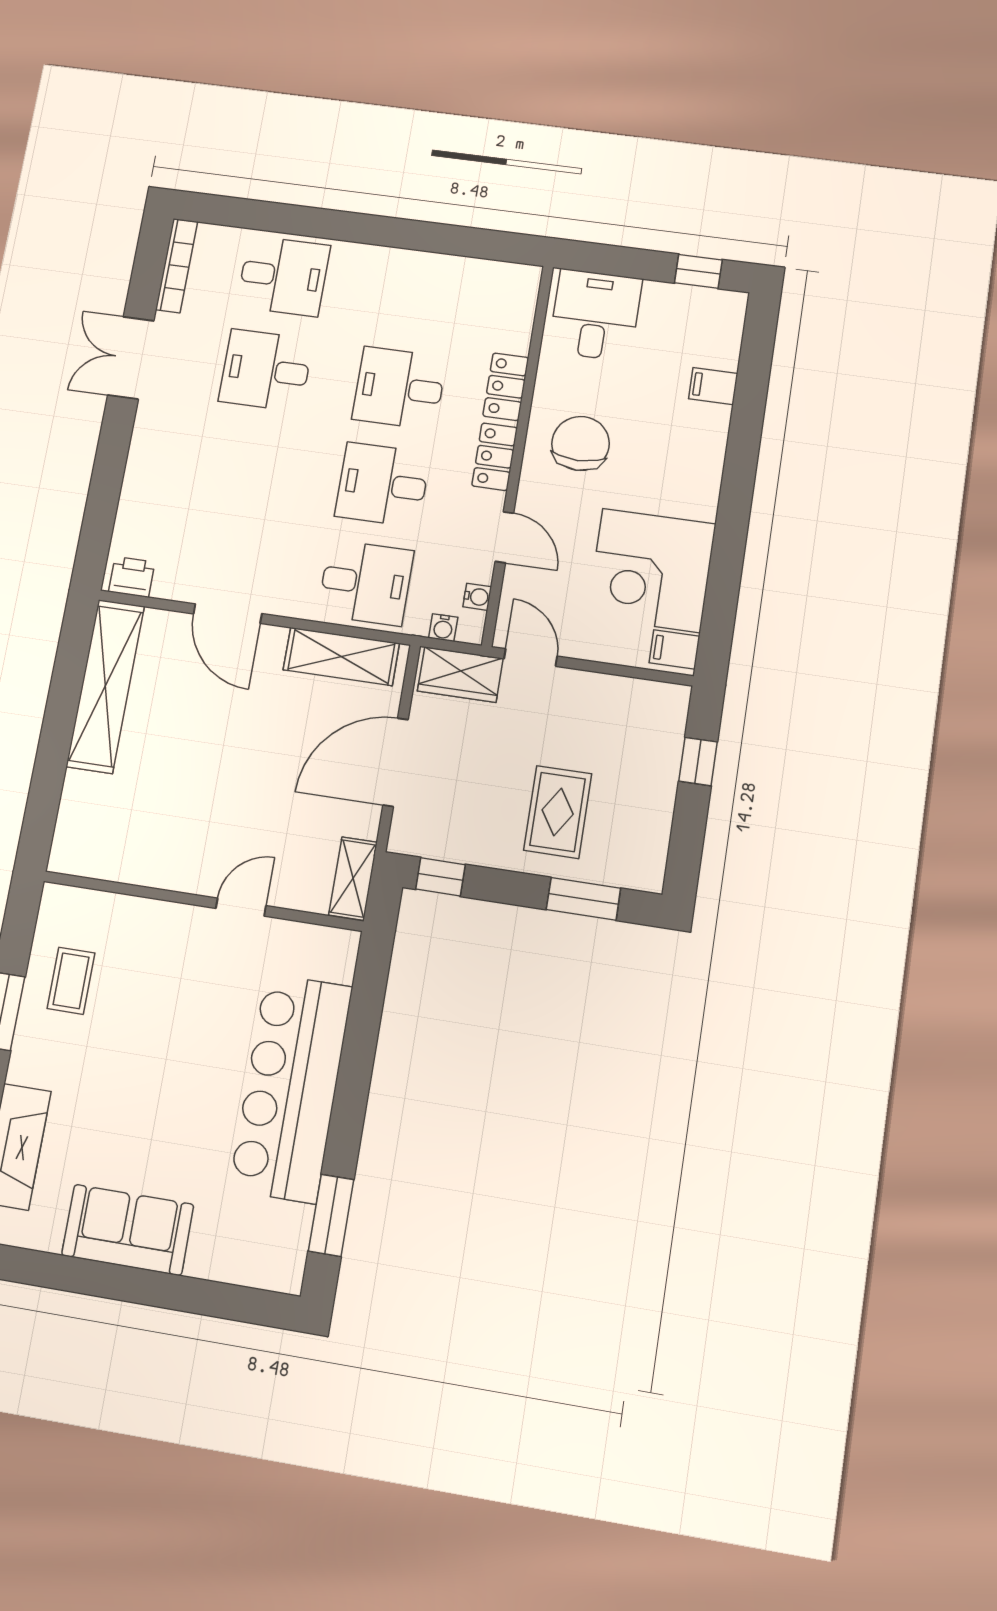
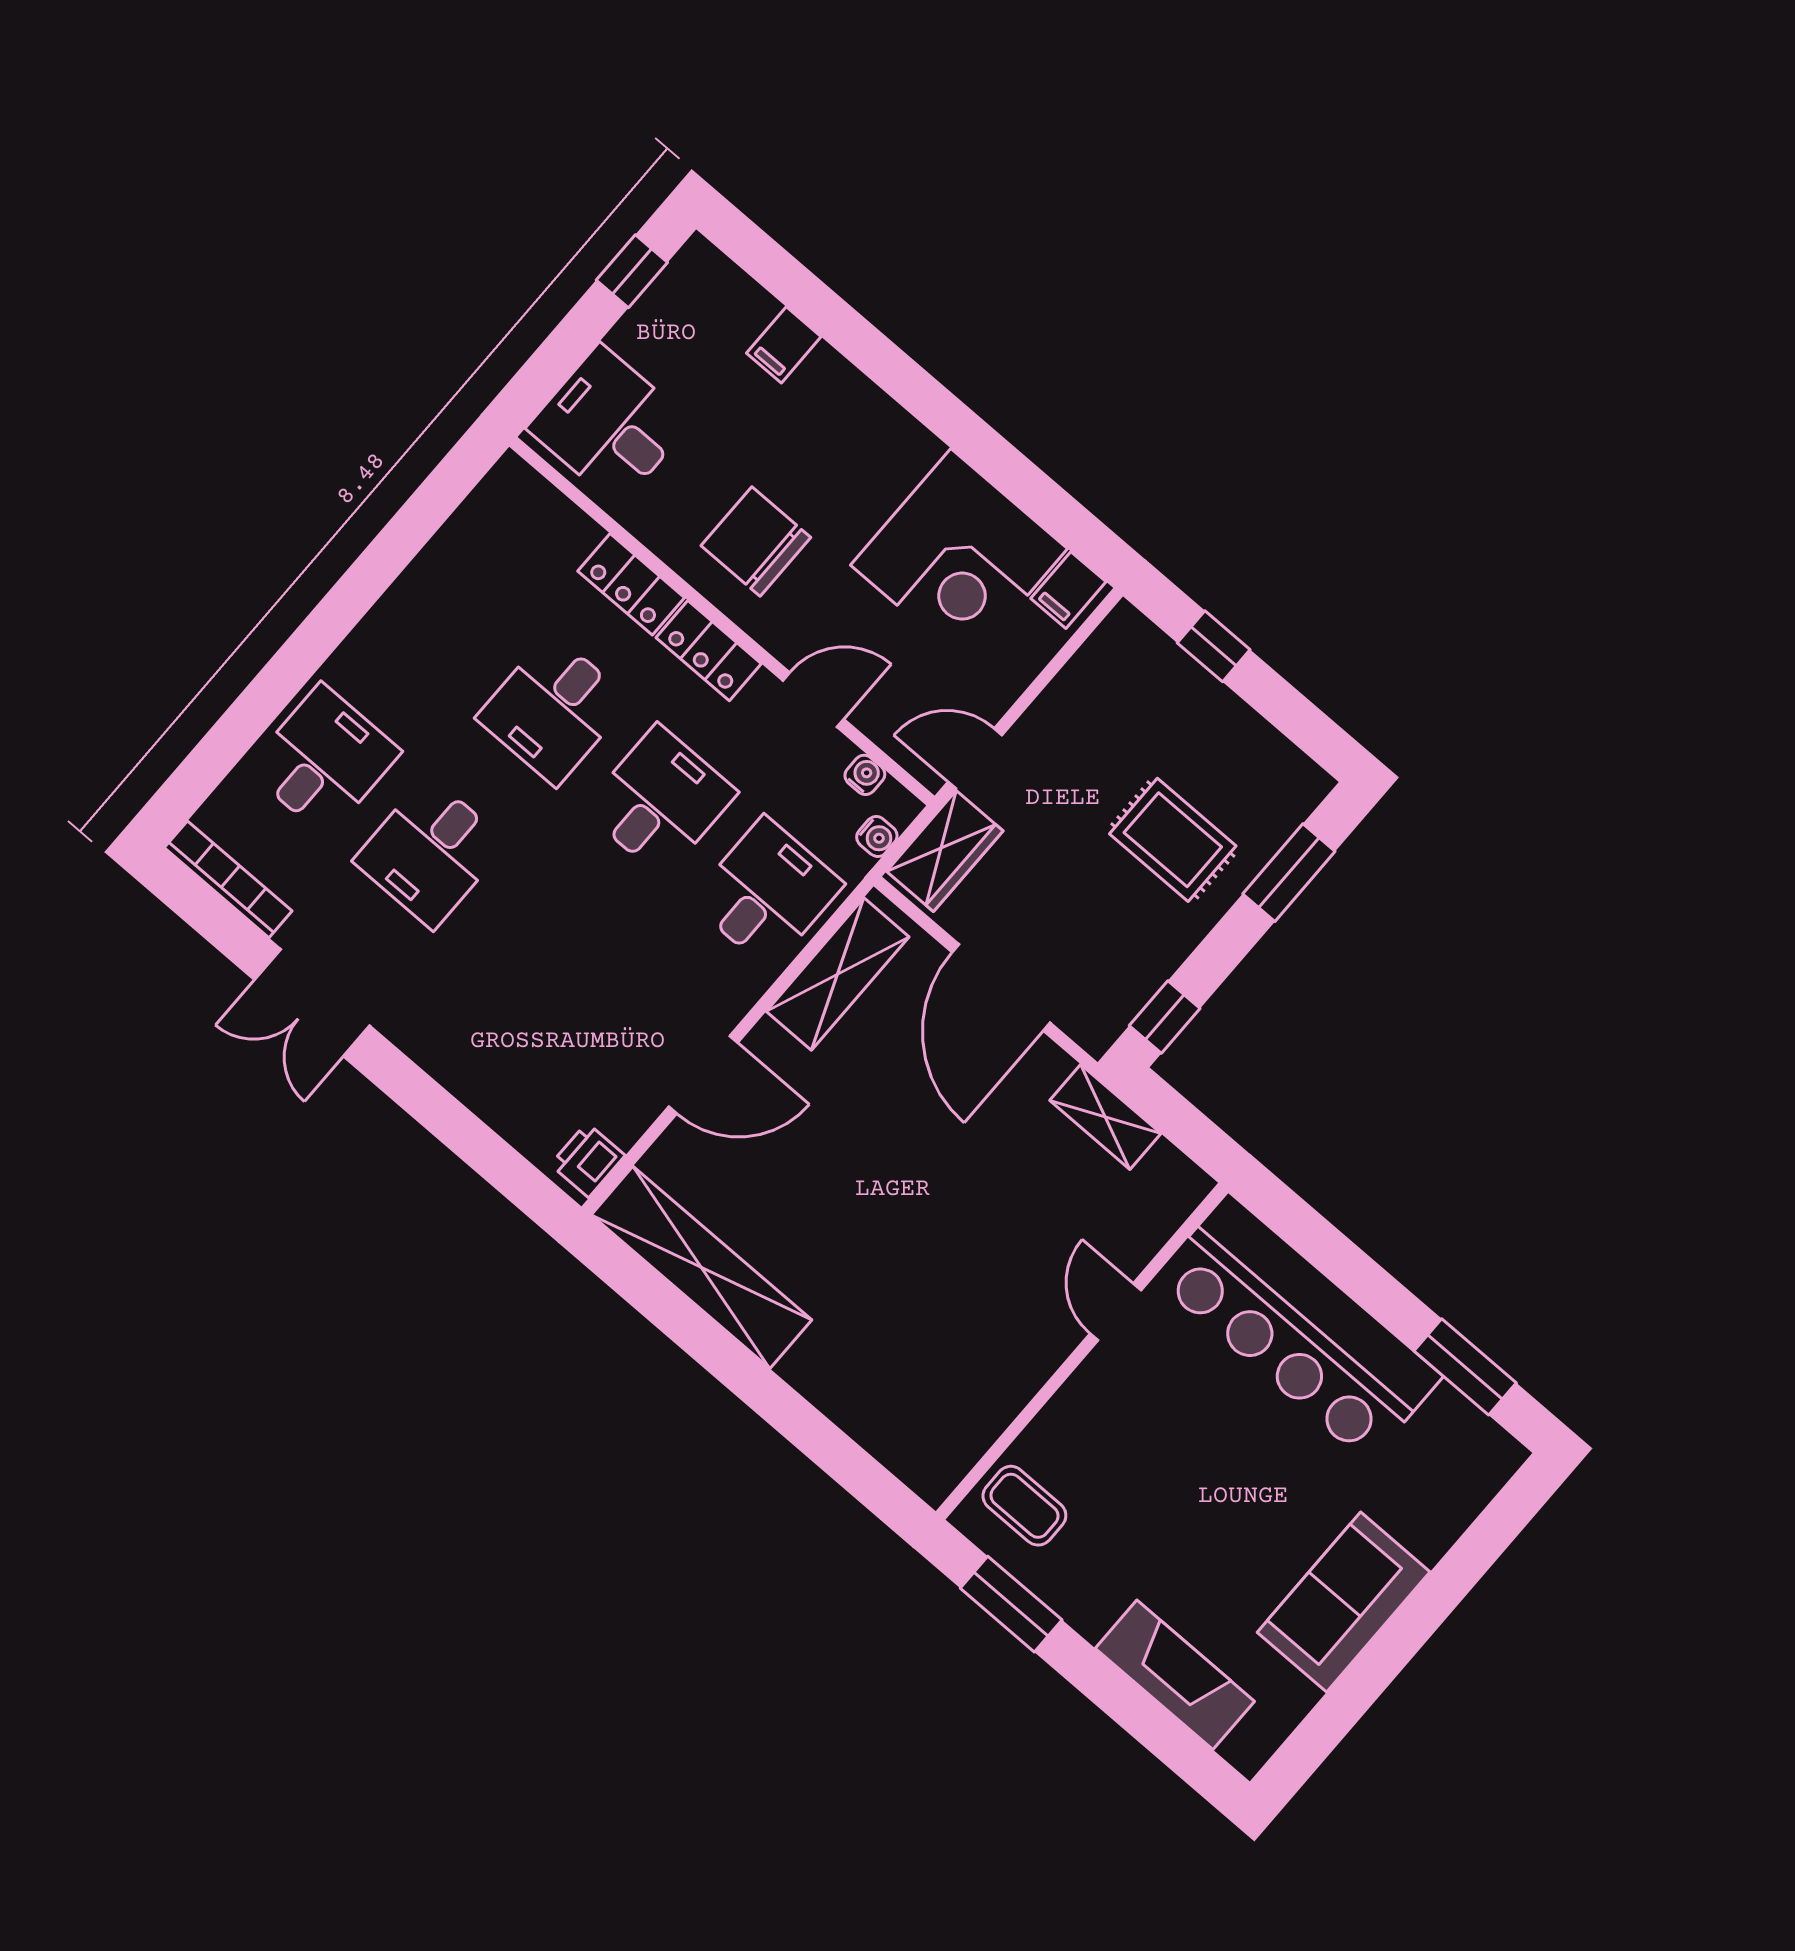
desk: (383, 485) -> (660, 801), turned 180
wall: (203, 901) -> (1082, 1351), moved
door: (241, 907) -> (1116, 1312), moved

